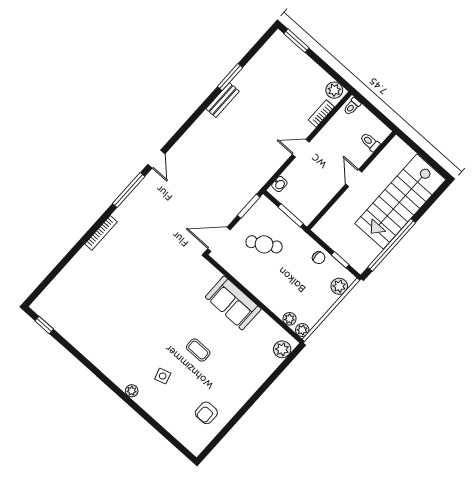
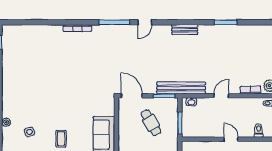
bench: (223, 100) -> (185, 30), moved
door: (301, 148) -> (221, 96), hinge flipped
door: (354, 178) -> (231, 139), hinge flipped
bench: (256, 182) -> (181, 88), added

